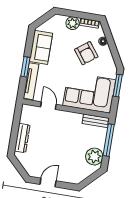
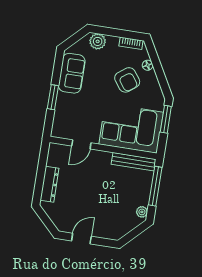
plant: (73, 23) -> (98, 41), moved
tv unit: (31, 81) -> (60, 115), removed
door: (48, 106) -> (81, 144), swing flipped
bench: (96, 121) -> (134, 162), width x1.36
plant: (94, 157) -> (142, 212), width x0.53, depth x0.53

